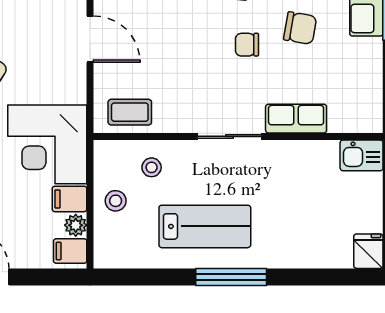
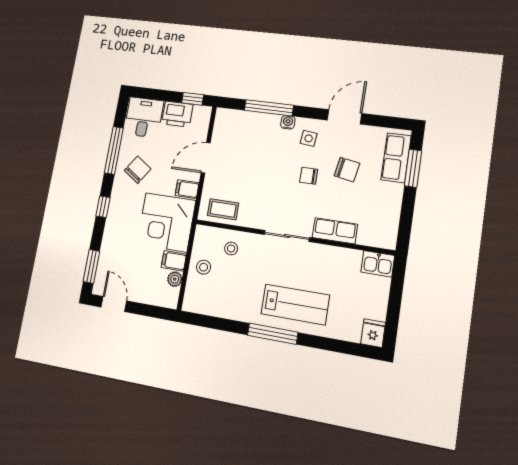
door: (90, 39) -> (206, 158), swing flipped
lab bench: (205, 226) -> (295, 304), moved
filing cabinet: (70, 251) -> (187, 189), moved

